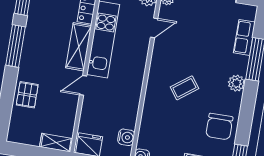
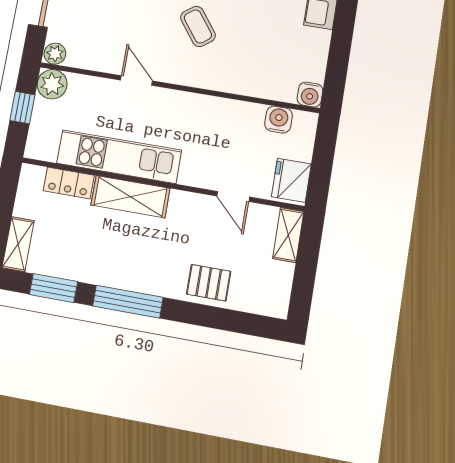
door: (154, 28) -> (136, 81), moved
door: (83, 85) -> (233, 196), moved

